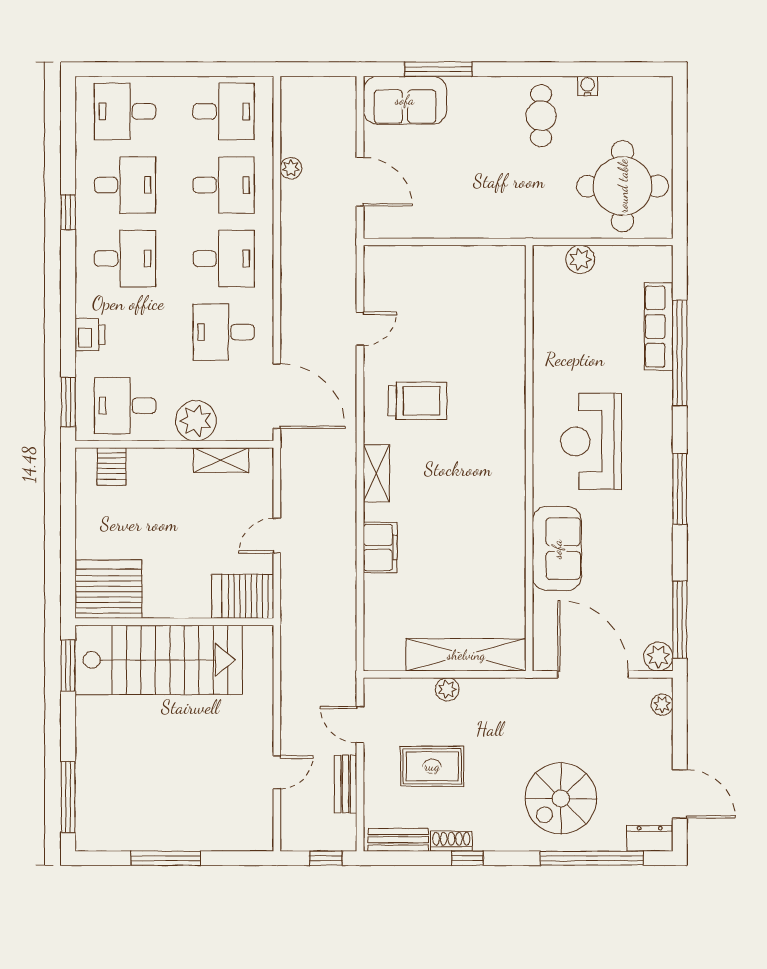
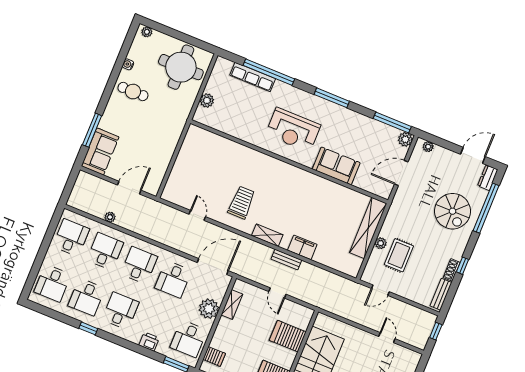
plant: (662, 96) -> (147, 32), added
desk: (125, 185) -> (86, 297), turned 180
server rack: (243, 596) -> (288, 336), moved, turned 90
door: (593, 674) -> (401, 173), width x0.73
rug: (432, 766) -> (399, 255), moved
bench: (346, 784) -> (286, 259), moved

